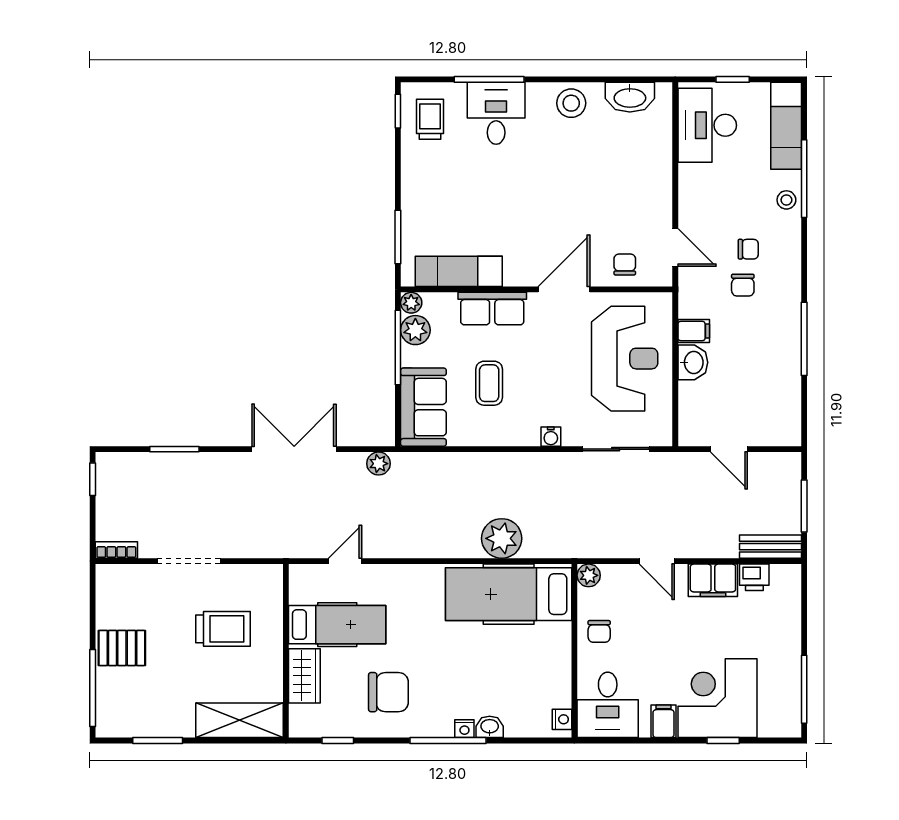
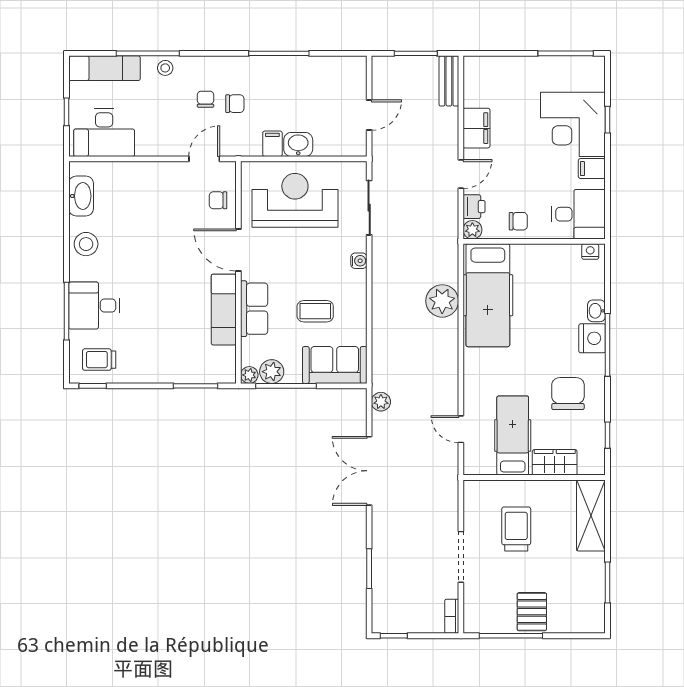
exam couch: (459, 271) -> (224, 310), moved
printer: (754, 577) -> (474, 207), moved
window: (93, 688) -> (511, 636), moved
nightstand: (464, 729) -> (592, 338), width x1.89, depth x1.79

